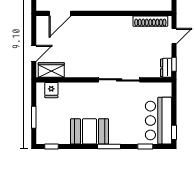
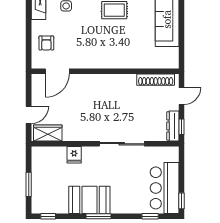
dresser: (166, 68) -> (173, 126), width x1.44
fridge: (51, 90) -> (74, 155), moved
window: (109, 146) -> (99, 216), moved

